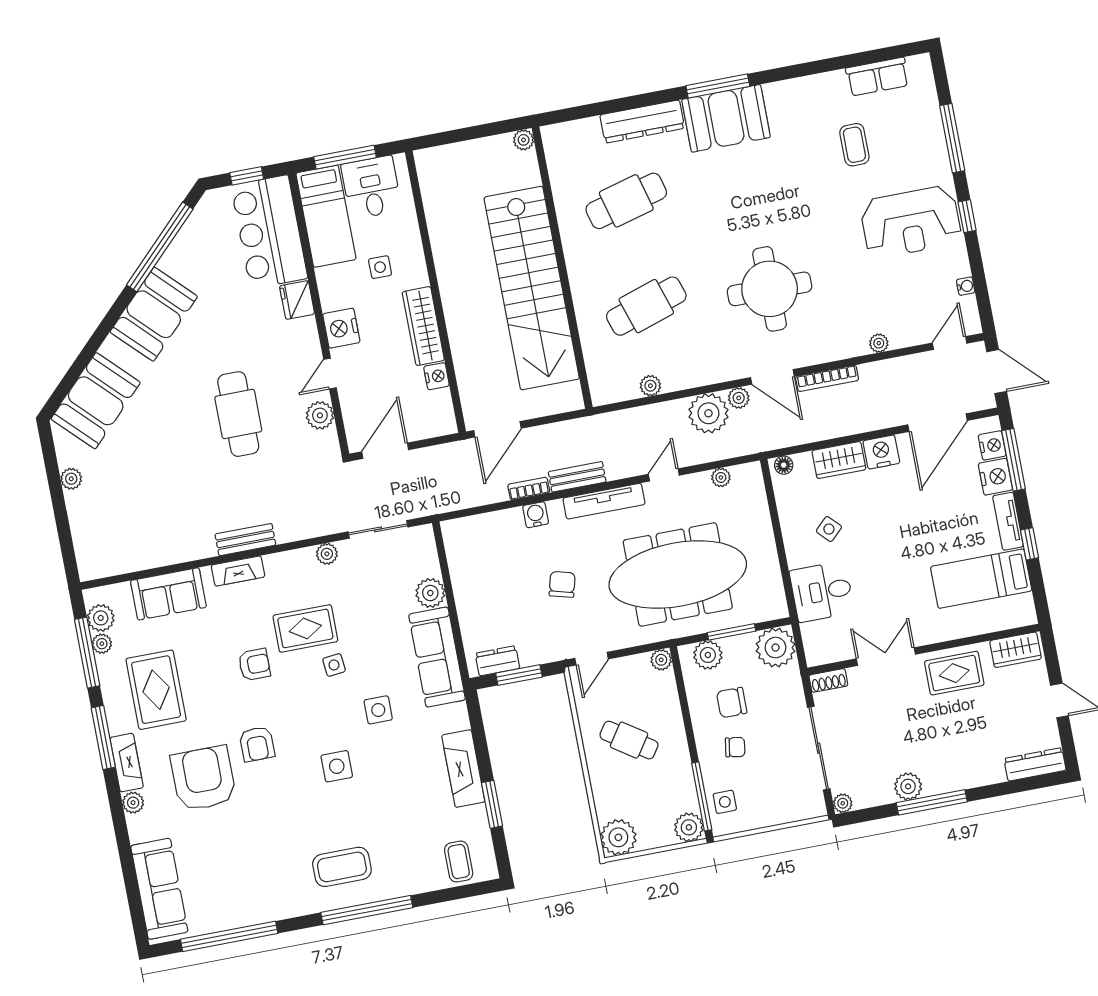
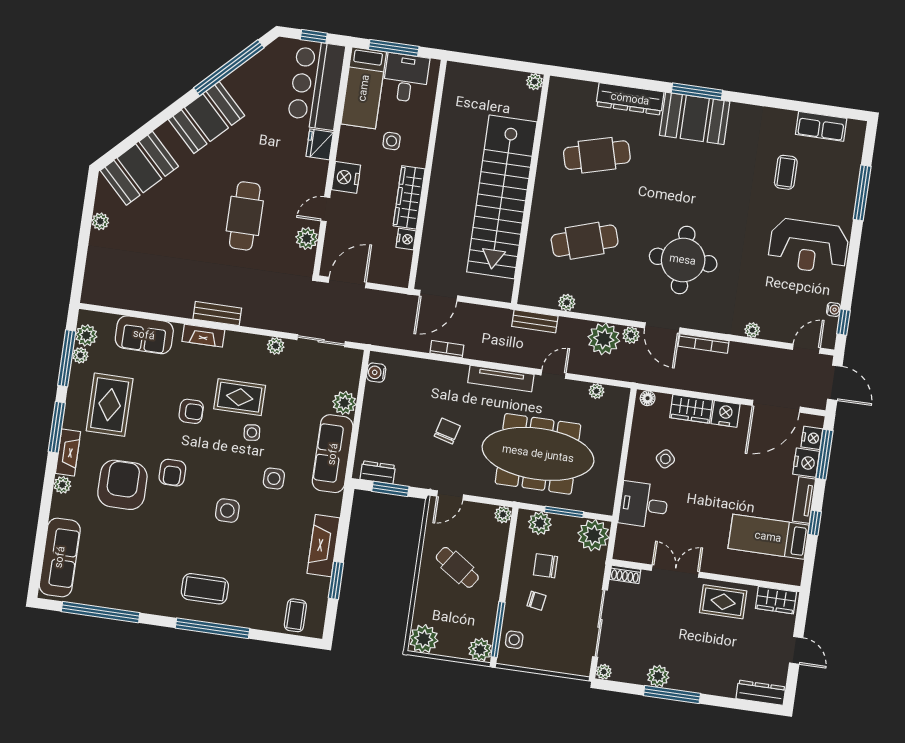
window: (967, 216) -> (843, 322), moved
bench: (577, 477) -> (535, 321), moved
water cooler: (536, 515) -> (376, 373), moved, turned -90

